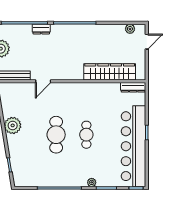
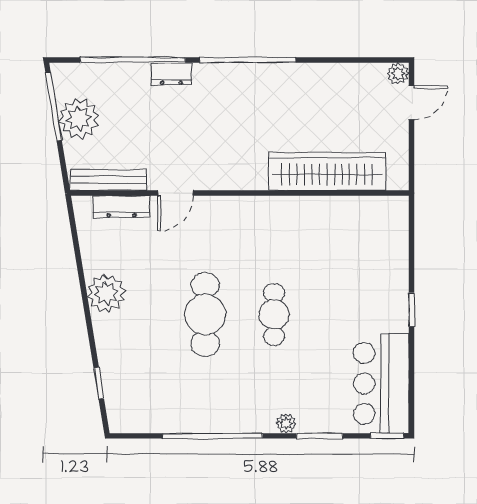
plant: (130, 29) -> (398, 73), moved
dresser: (133, 87) -> (122, 207), moved
bar counter: (133, 146) -> (381, 383), width x0.54

